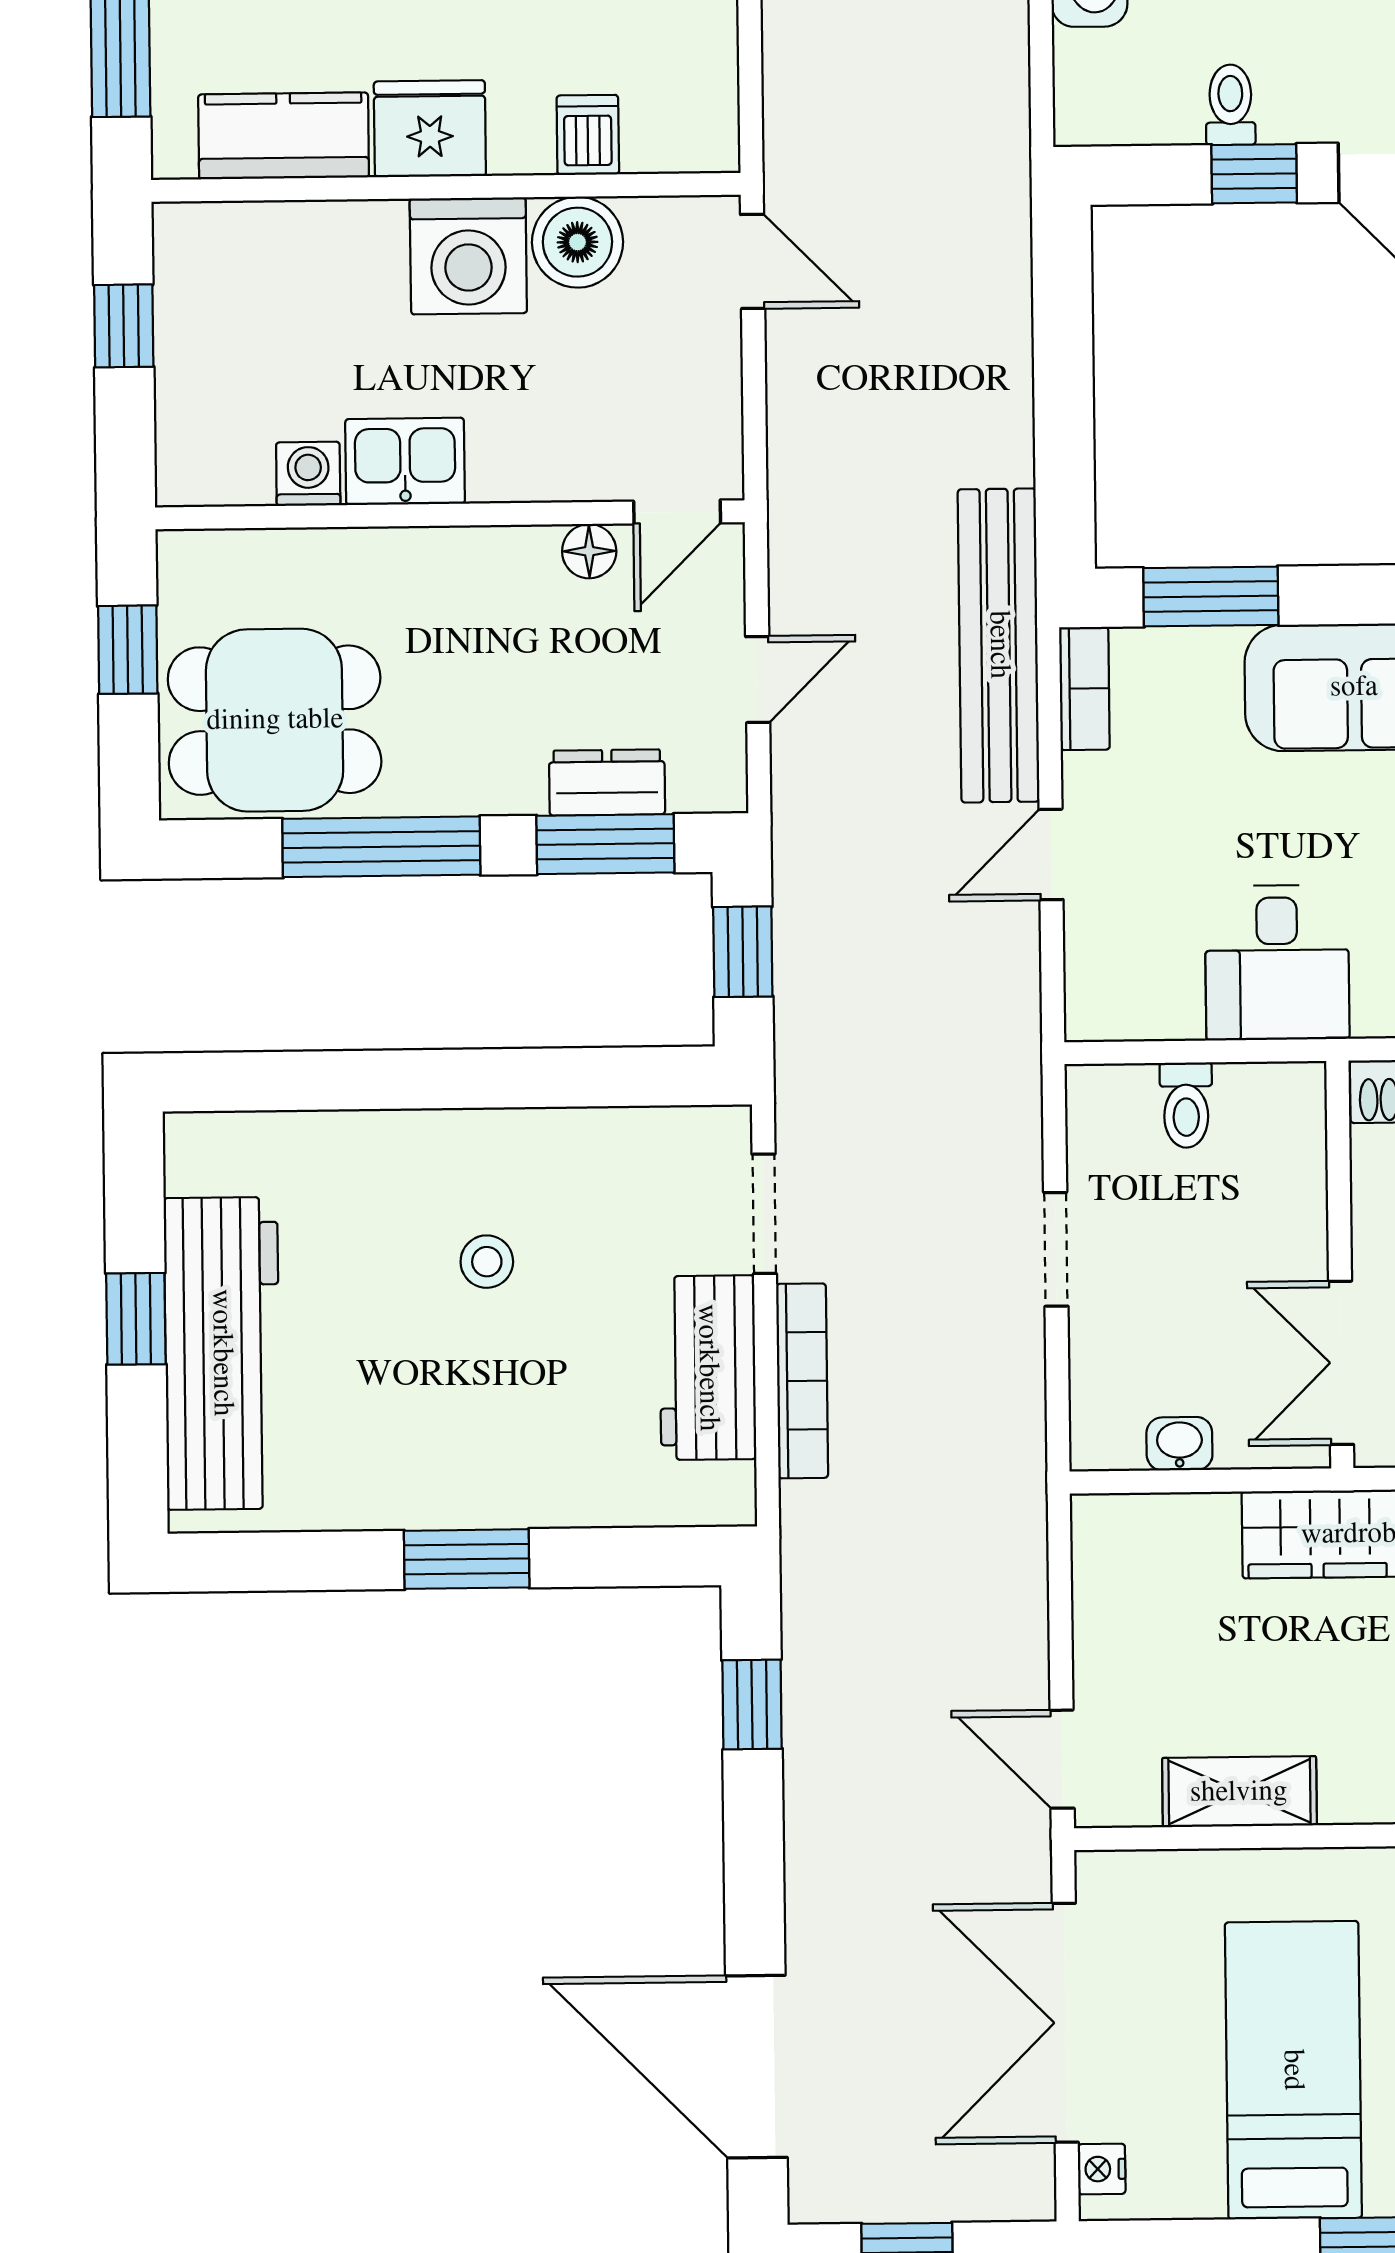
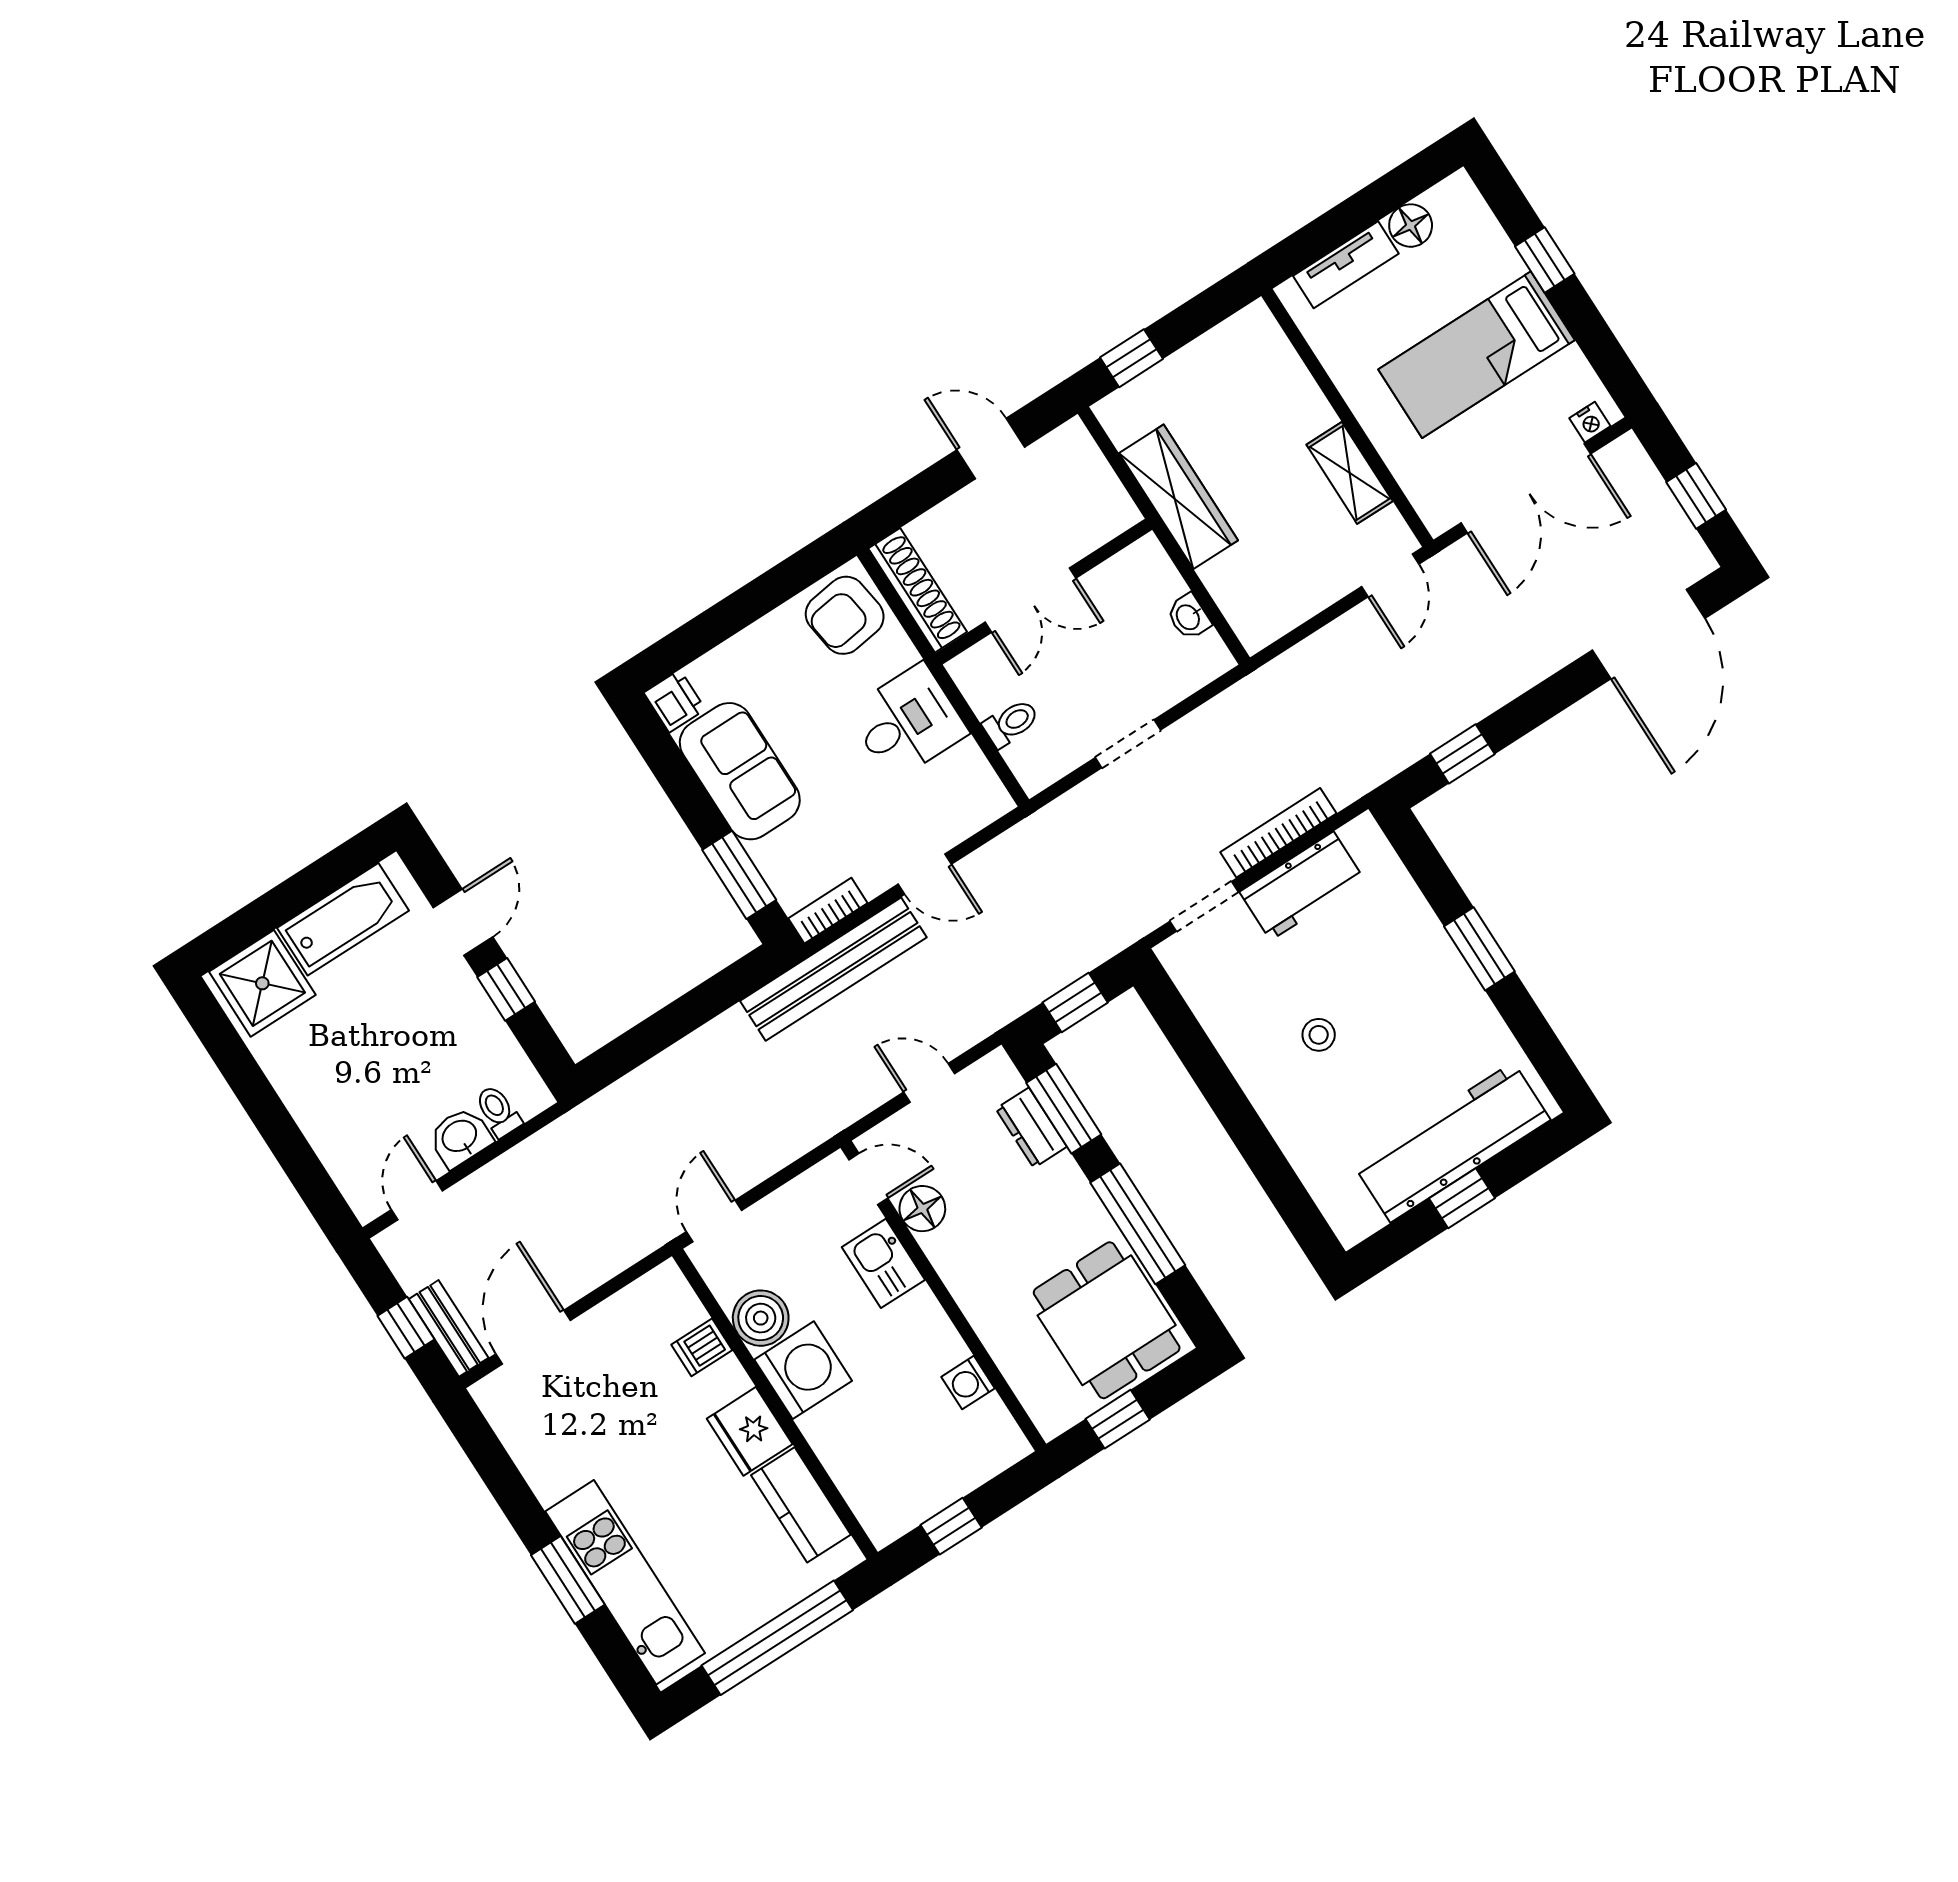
toilet: (1230, 105) -> (498, 1111), moved, turned 90
kitchen sink: (405, 461) -> (883, 1263), moved
floor lamp: (589, 551) -> (922, 1209), width x1.37, depth x1.37
double door: (1341, 1363) -> (1030, 600), moved

